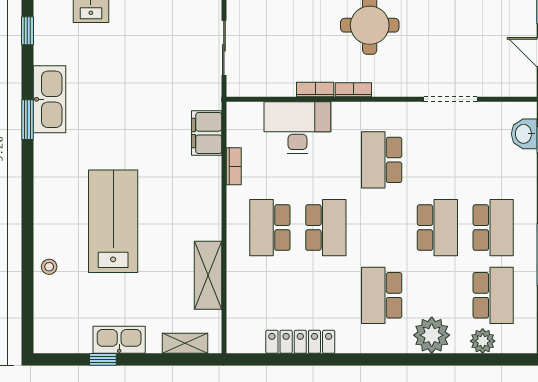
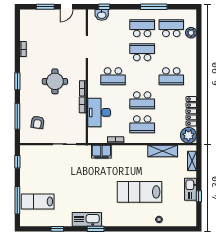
school desk: (326, 228) -> (142, 100), turned 180
plant: (432, 335) -> (188, 135), moved

